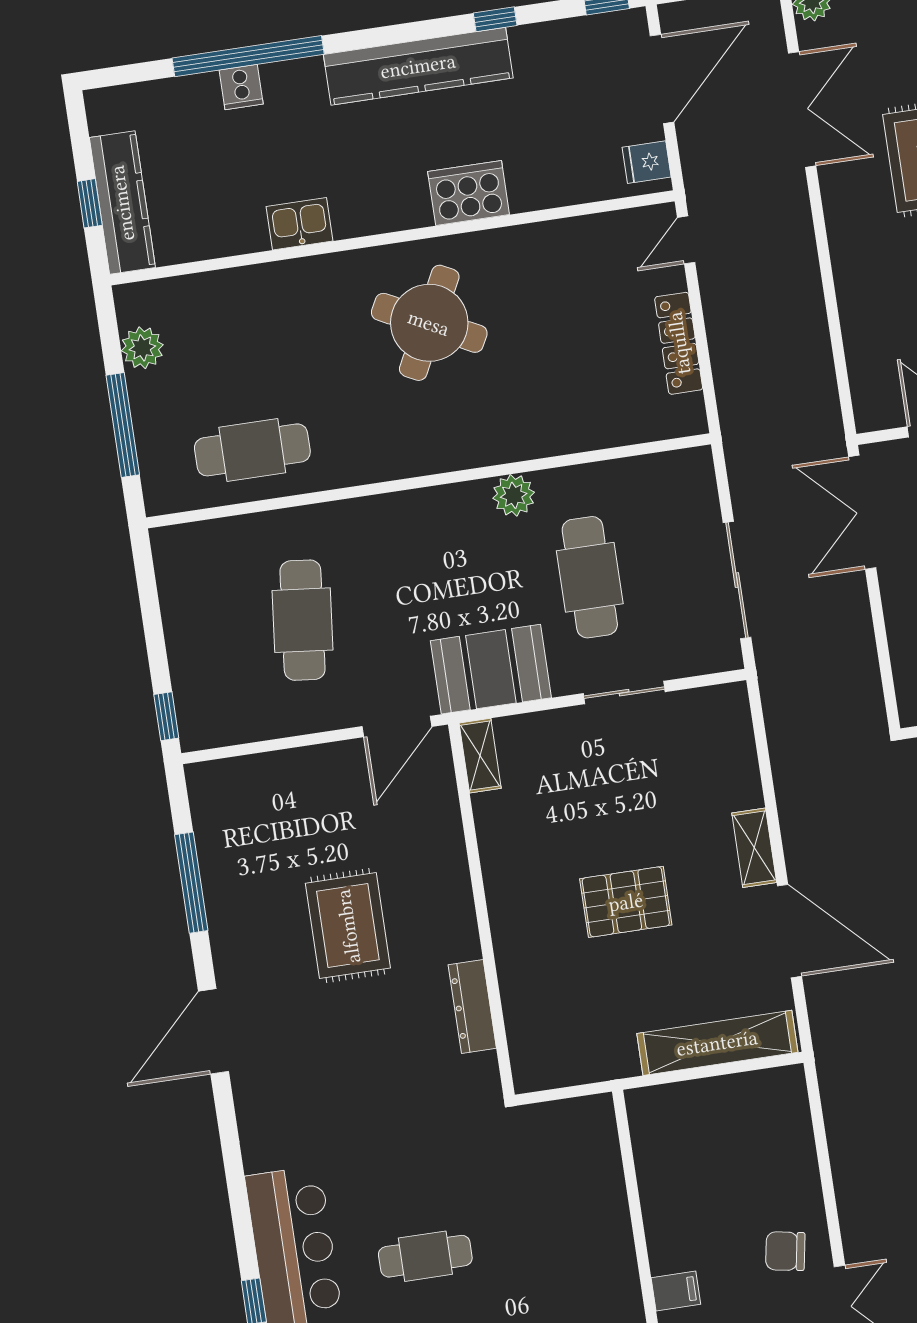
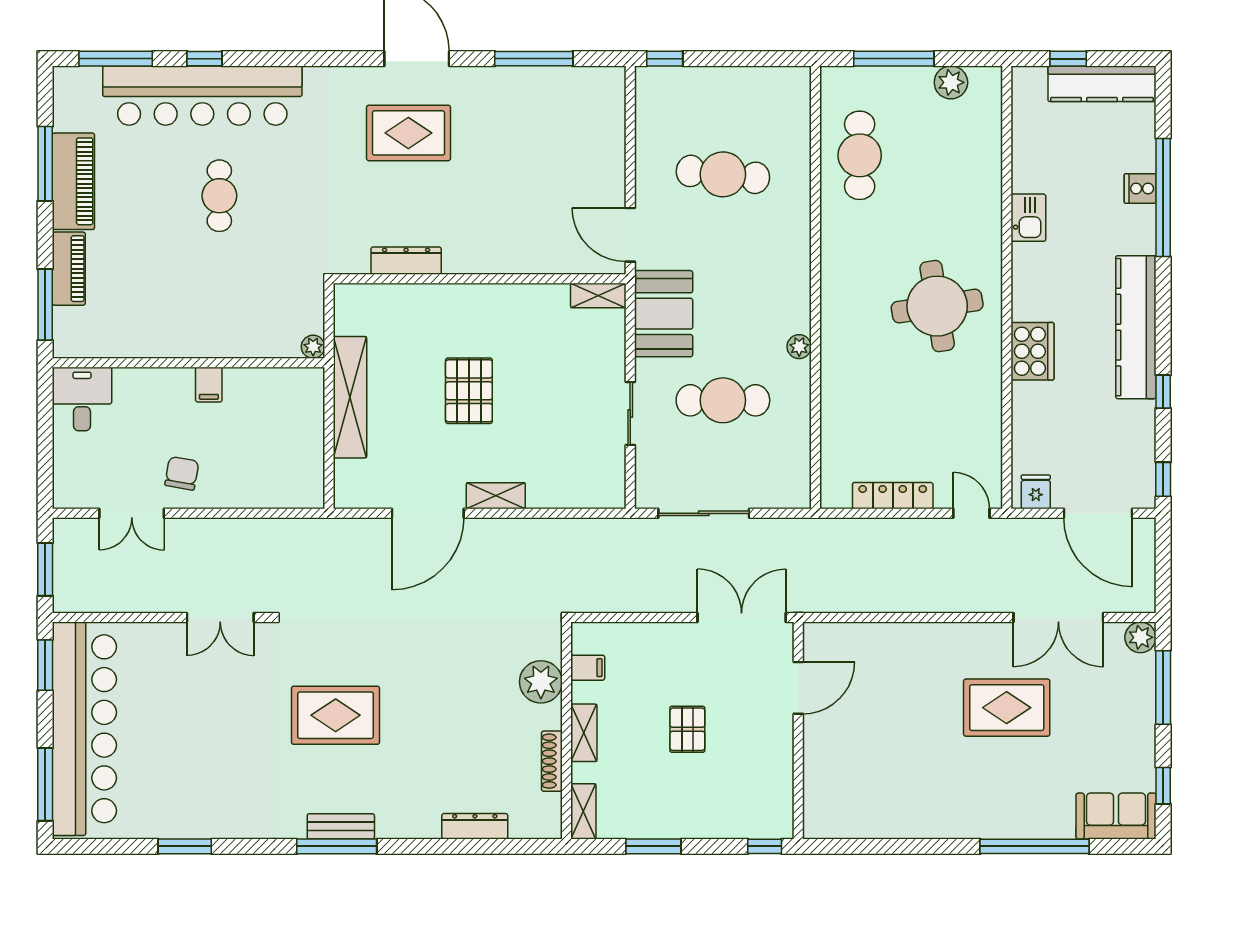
kitchen counter: (122, 203) -> (1102, 84), moved
round table: (429, 323) -> (937, 306), turned -36
plant: (514, 495) -> (799, 347), width x0.73, depth x0.73
rug: (348, 926) -> (408, 133), moved
shelving: (717, 1043) -> (350, 397), moved
plant: (599, 1108) -> (313, 347), added
filing cabinet: (676, 1291) -> (209, 385), moved

